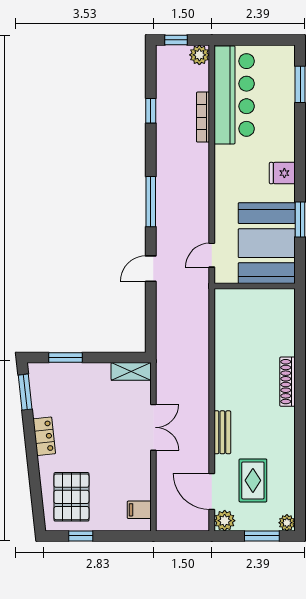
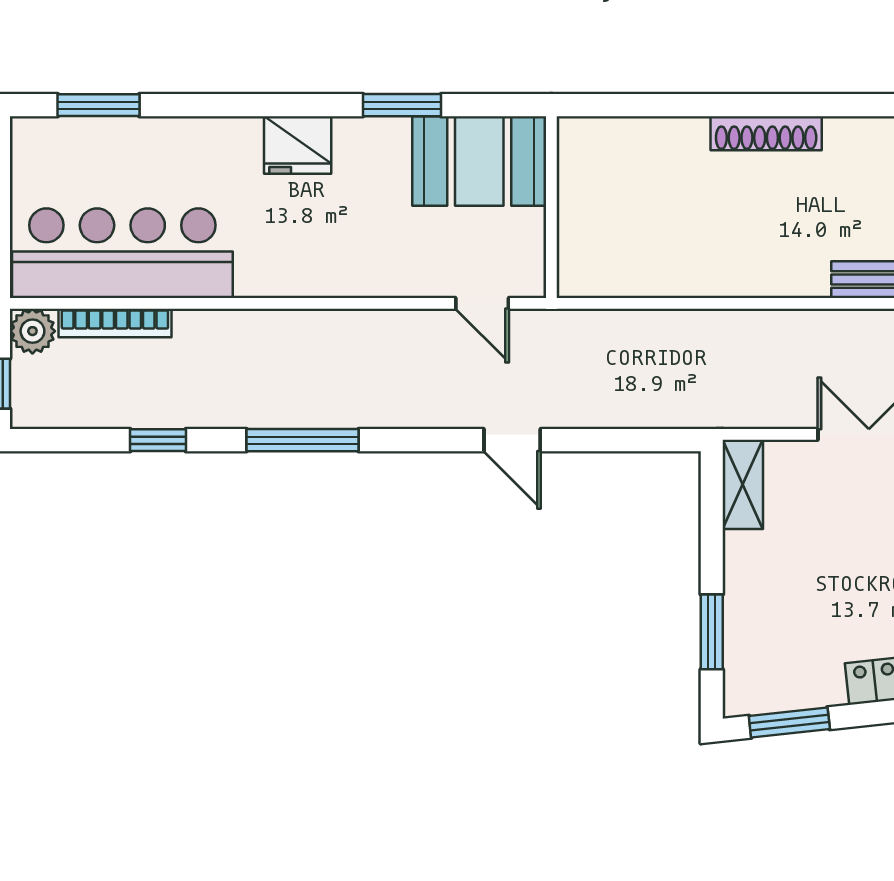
bookcase: (203, 117) -> (115, 323), moved
fridge: (282, 173) -> (298, 145), width x1.38
window: (151, 202) -> (302, 440), moved
booth: (267, 243) -> (479, 161), width x0.73, depth x0.70

